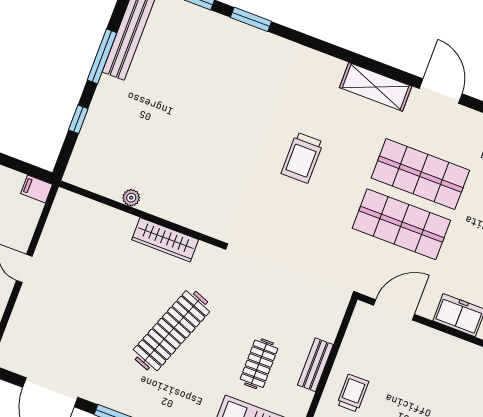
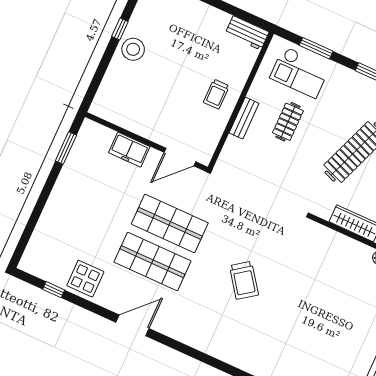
shelving: (376, 87) -> (183, 332), removed
door: (441, 91) -> (132, 325), swing flipped
trolley: (302, 158) -> (244, 280), turned 144

